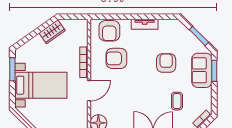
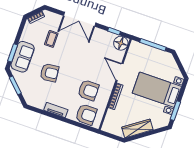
armchair: (109, 31) -> (86, 115), turned 90
wardrobe: (52, 32) -> (137, 128), width x1.50
armchair: (166, 63) -> (49, 73), turned -96
door: (89, 91) -> (119, 72), hinge flipped

